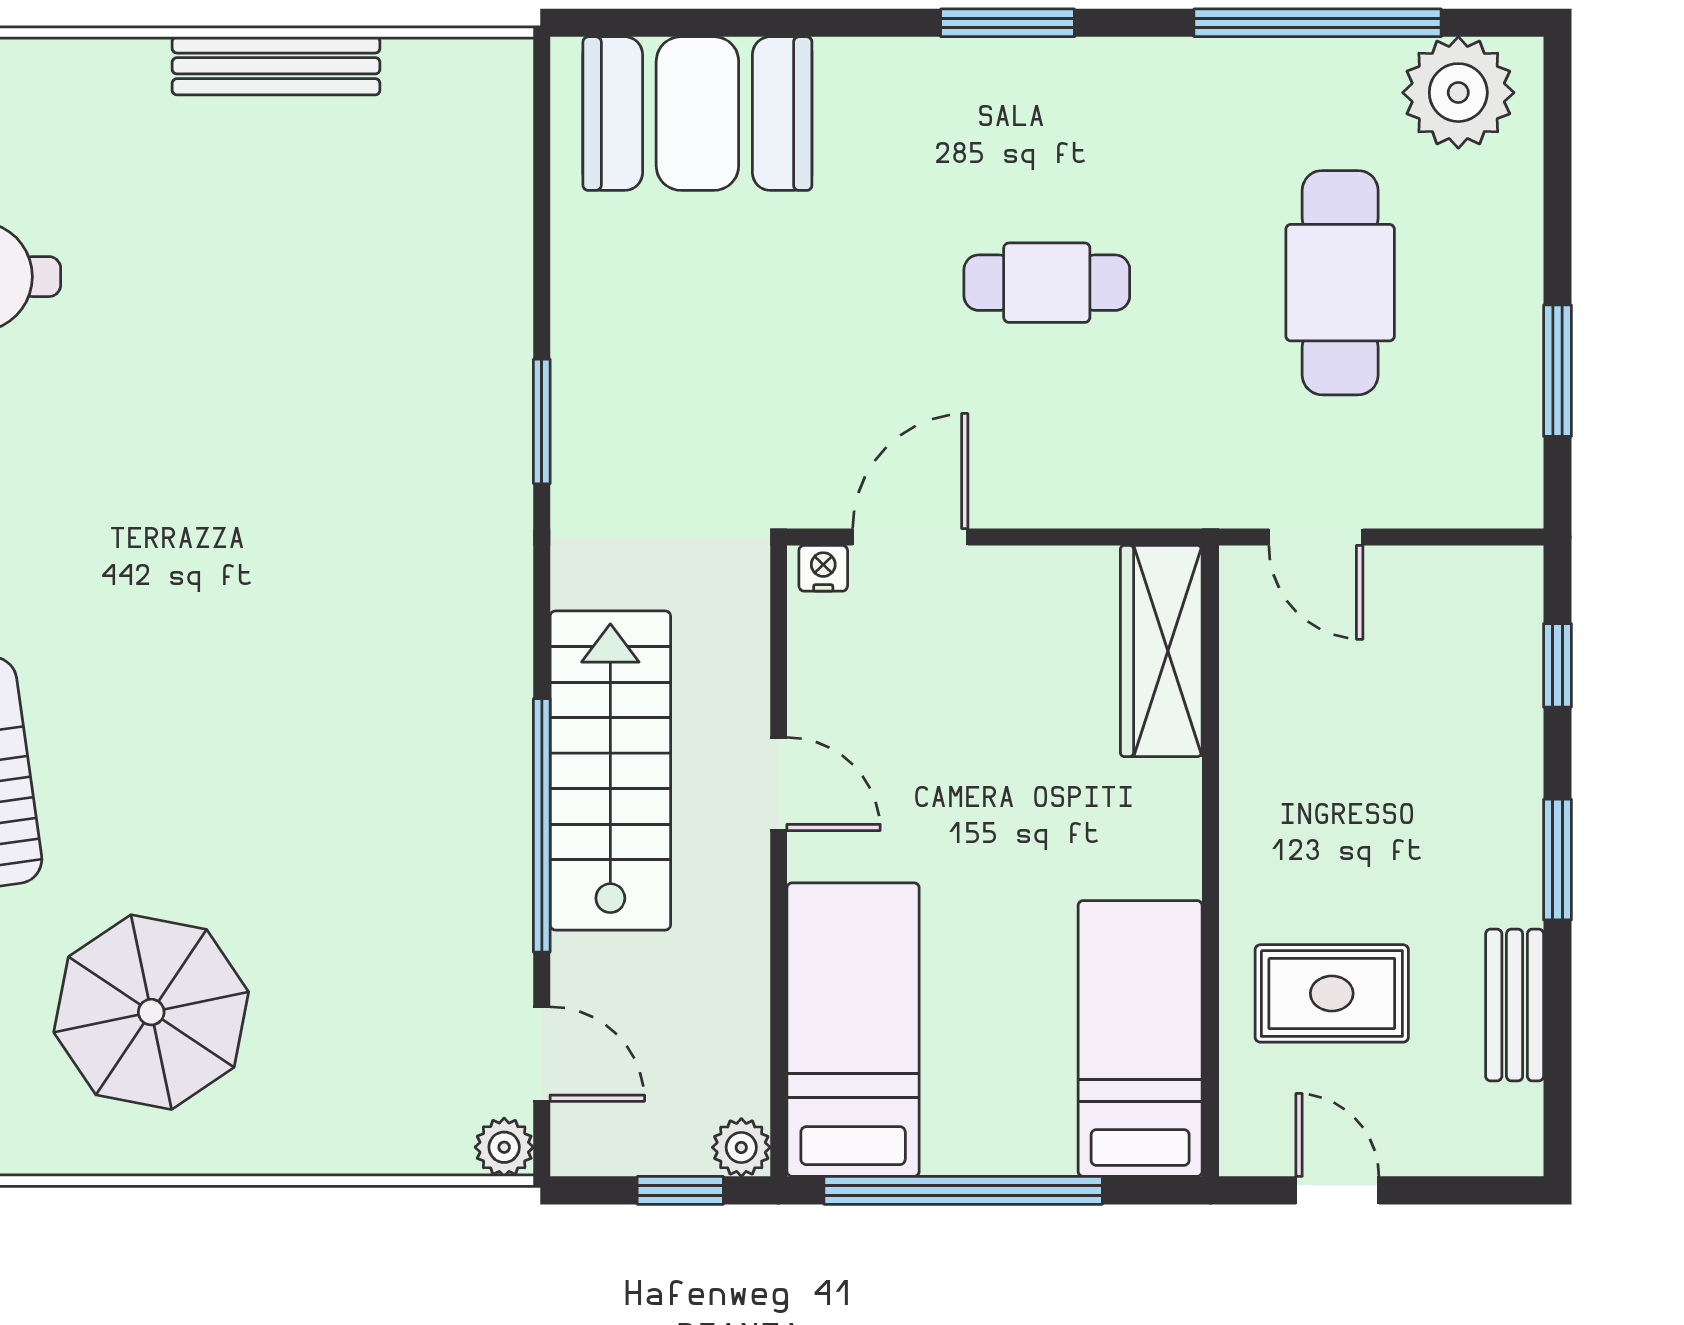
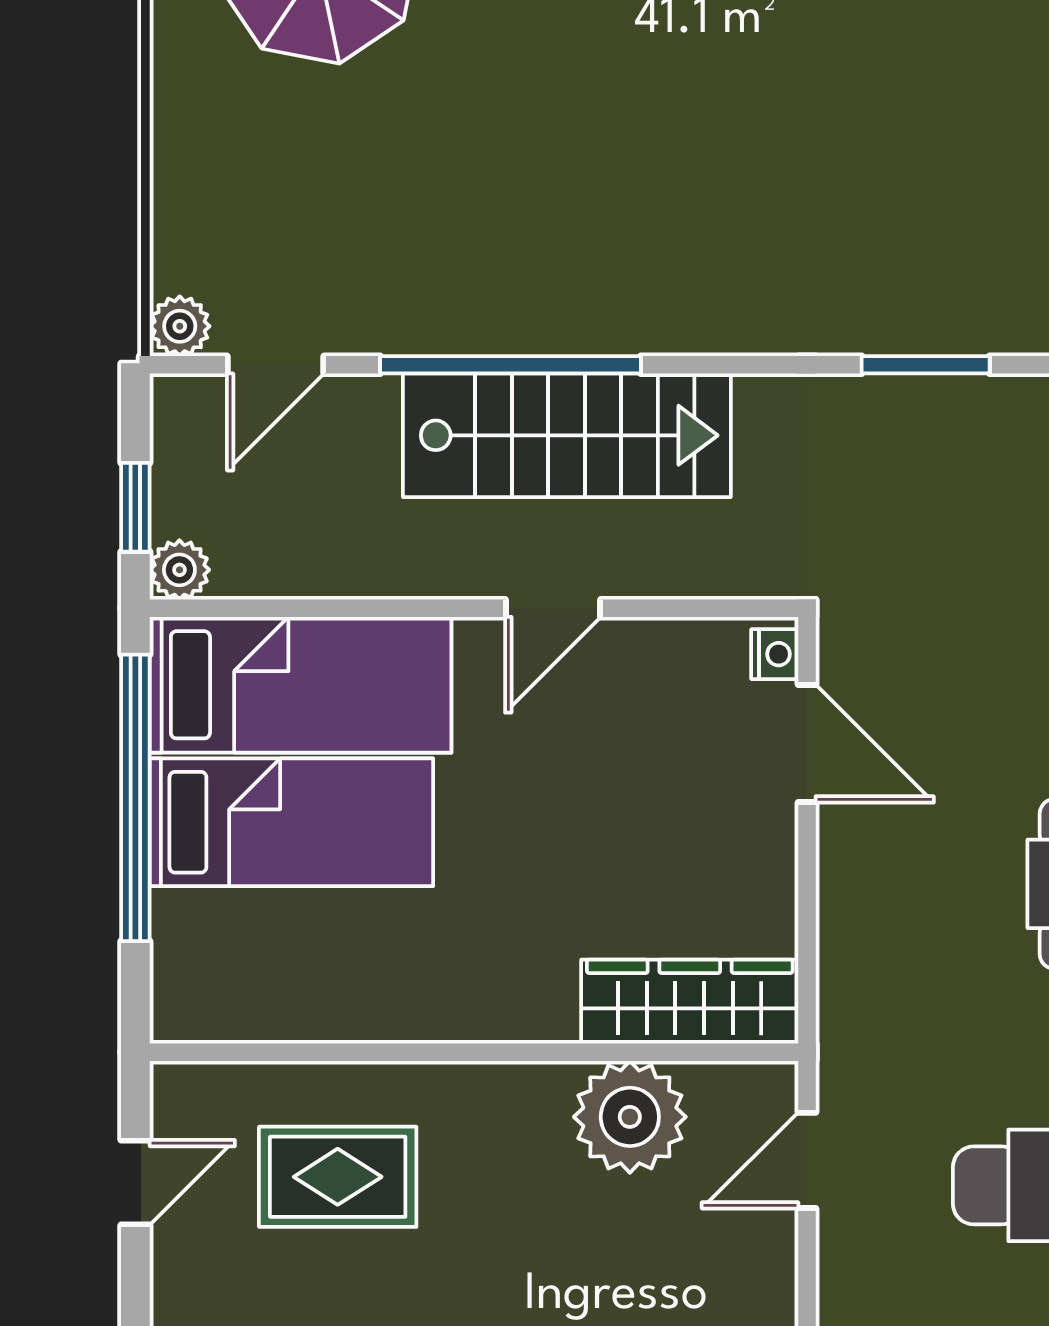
plant: (1273, 709) -> (630, 1117), added
rug: (1332, 993) -> (338, 1177), turned 90
bed: (1140, 1039) -> (291, 822), moved

